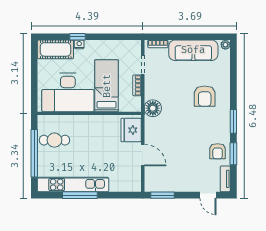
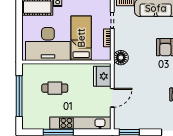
cafe table: (54, 140) -> (55, 88), moved
door: (143, 155) -> (112, 98), hinge flipped
kitchen unit: (73, 185) -> (80, 123), moved

